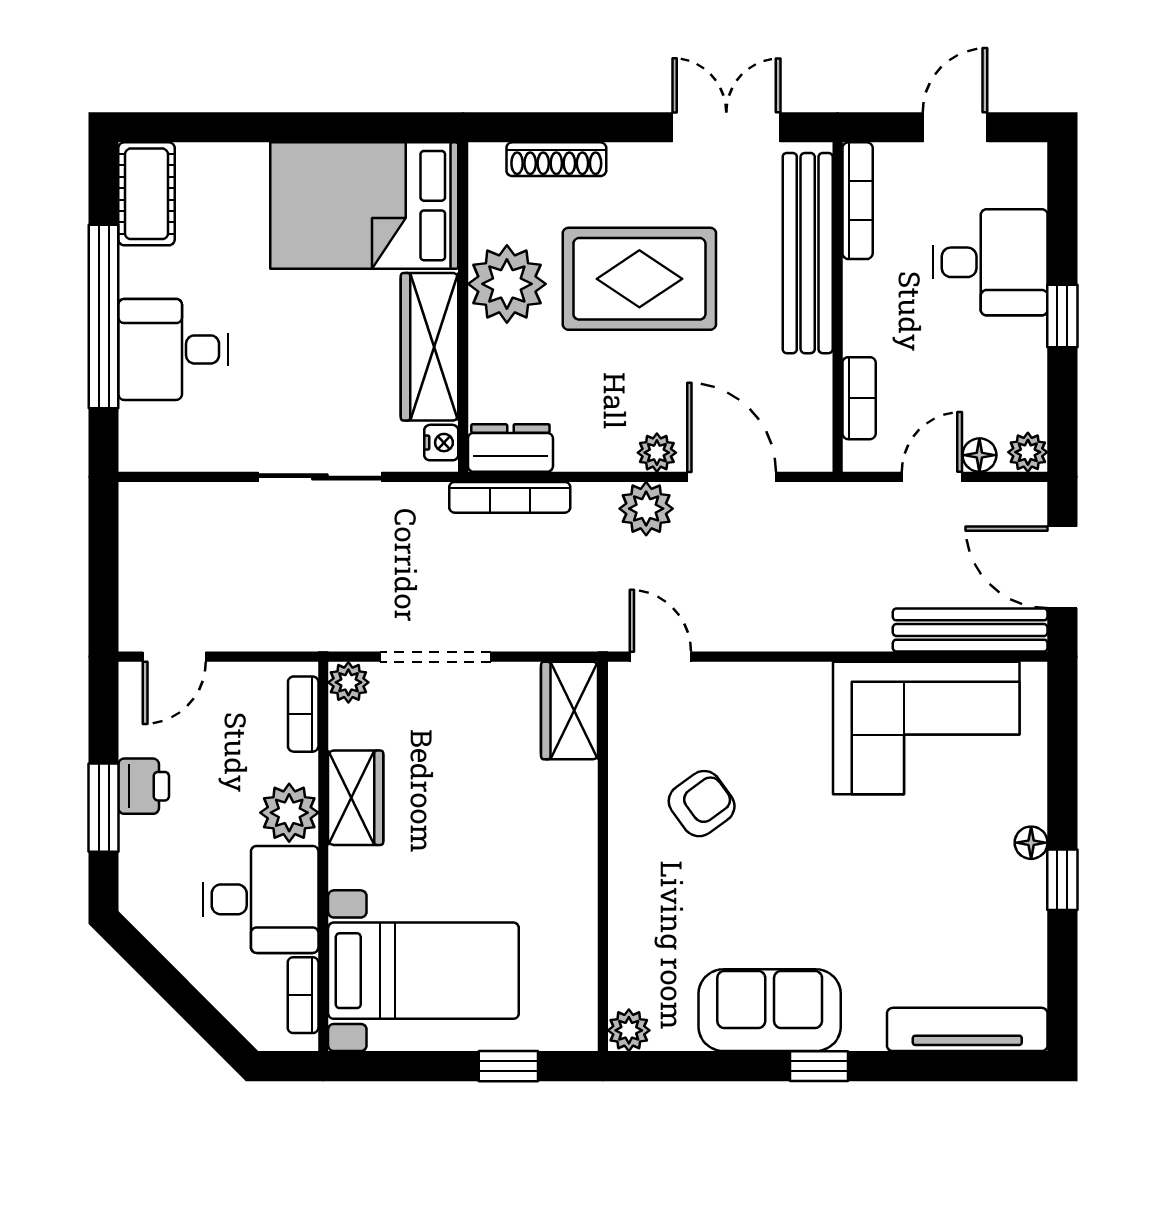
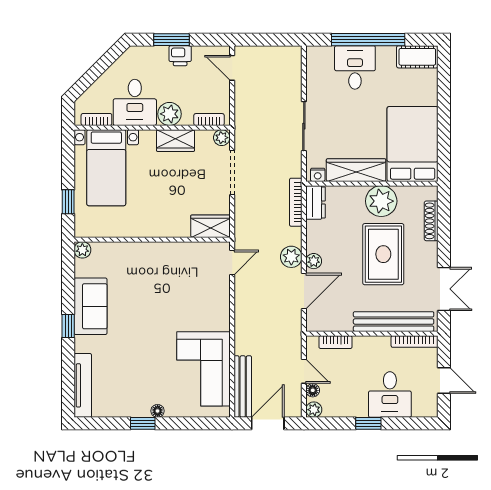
armchair: (702, 804) -> (173, 279), removed

